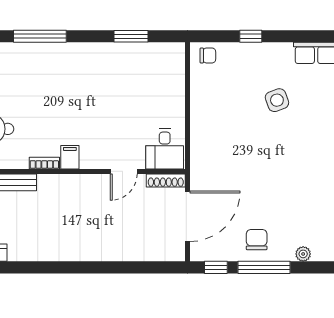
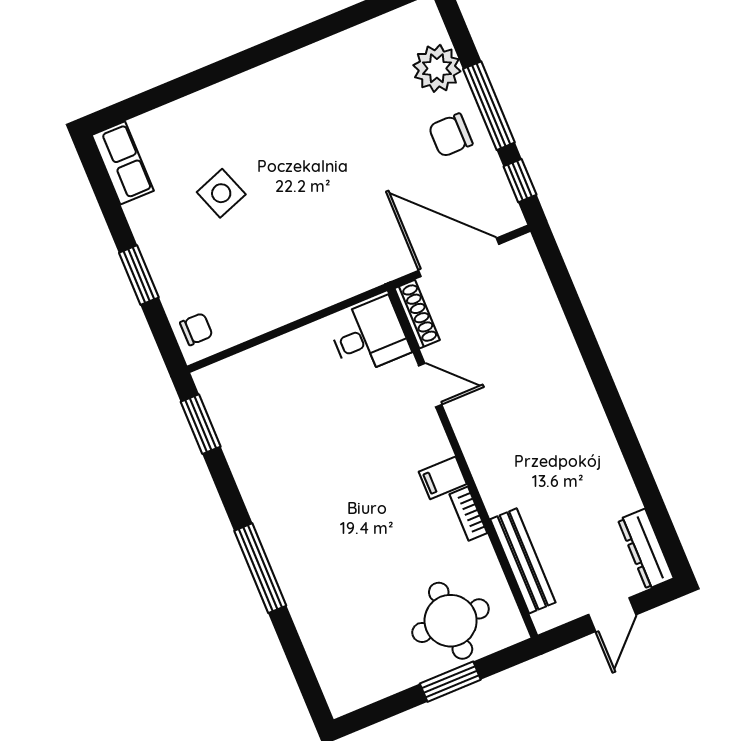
window: (40, 36) -> (260, 568), moved
window: (131, 36) -> (201, 424), moved
window: (251, 36) -> (139, 275), width x1.50
chair: (208, 55) -> (196, 329), turned 90
plant: (303, 254) -> (437, 68), width x1.88, depth x1.88

